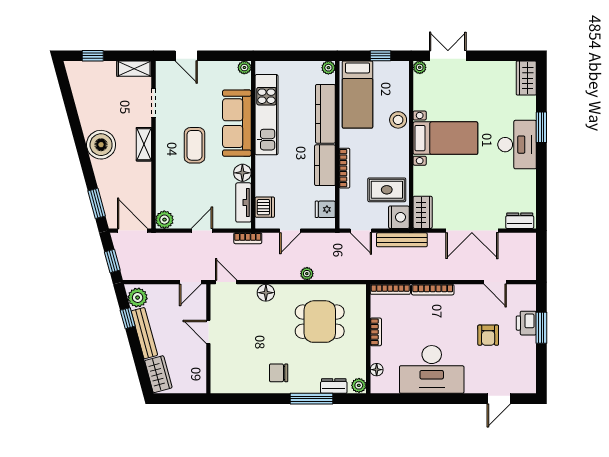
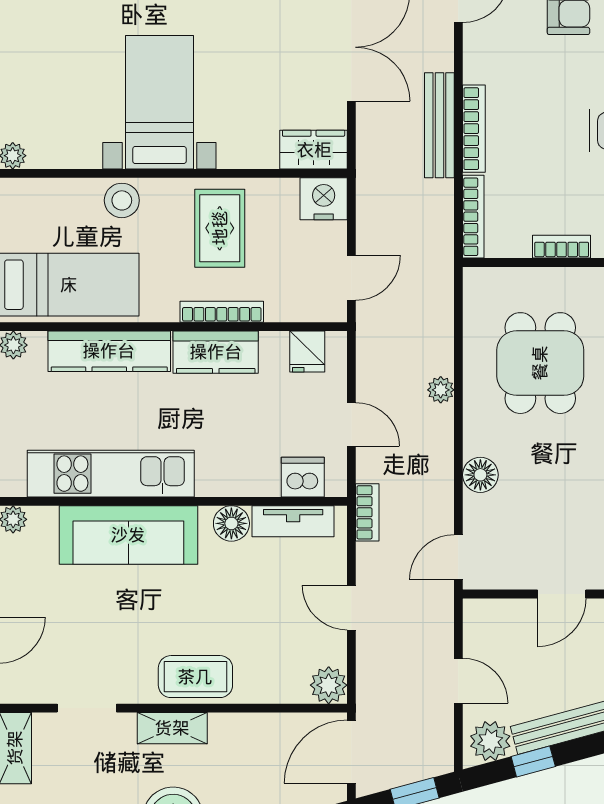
coffee table: (194, 145) -> (195, 677), moved
rug: (387, 190) -> (220, 228), moved
bench: (402, 240) -> (439, 125), moved
door: (190, 282) -> (458, 681), moved

